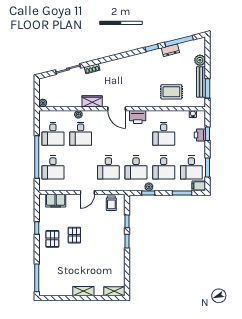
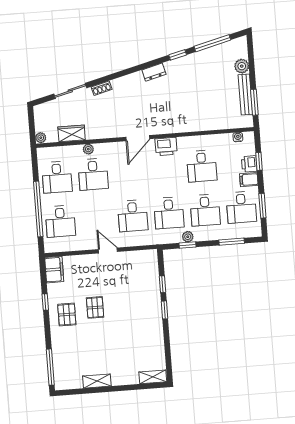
dresser: (170, 50) -> (154, 72), moved
rug: (171, 92) -> (208, 110), removed
wardrobe: (92, 101) -> (72, 133), moved
door: (117, 109) -> (138, 138), hinge flipped
filing cabinet: (199, 186) -> (249, 180), moved
door: (87, 193) -> (108, 250), swing flipped
filing cabinet: (56, 201) -> (54, 270), moved, turned -90
trolley: (111, 203) -> (140, 262), removed
shelving: (83, 291) -> (97, 381), moved

